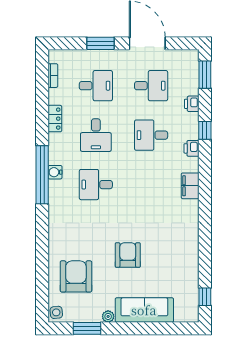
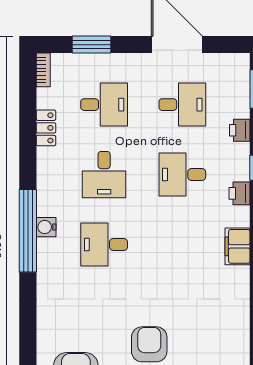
window: (101, 43) -> (92, 45), moved
bookcase: (53, 76) -> (43, 70), moved
locker: (55, 119) -> (46, 128), moved

